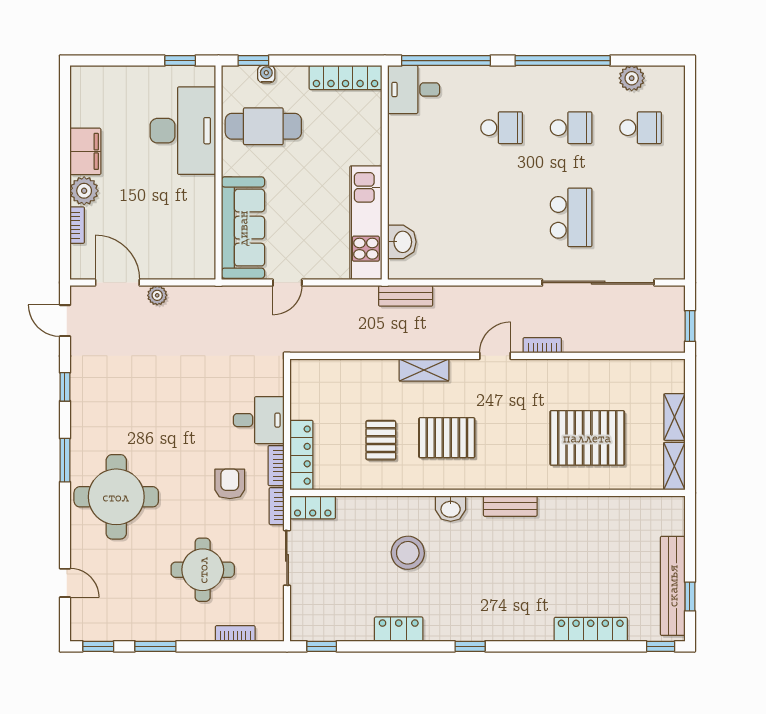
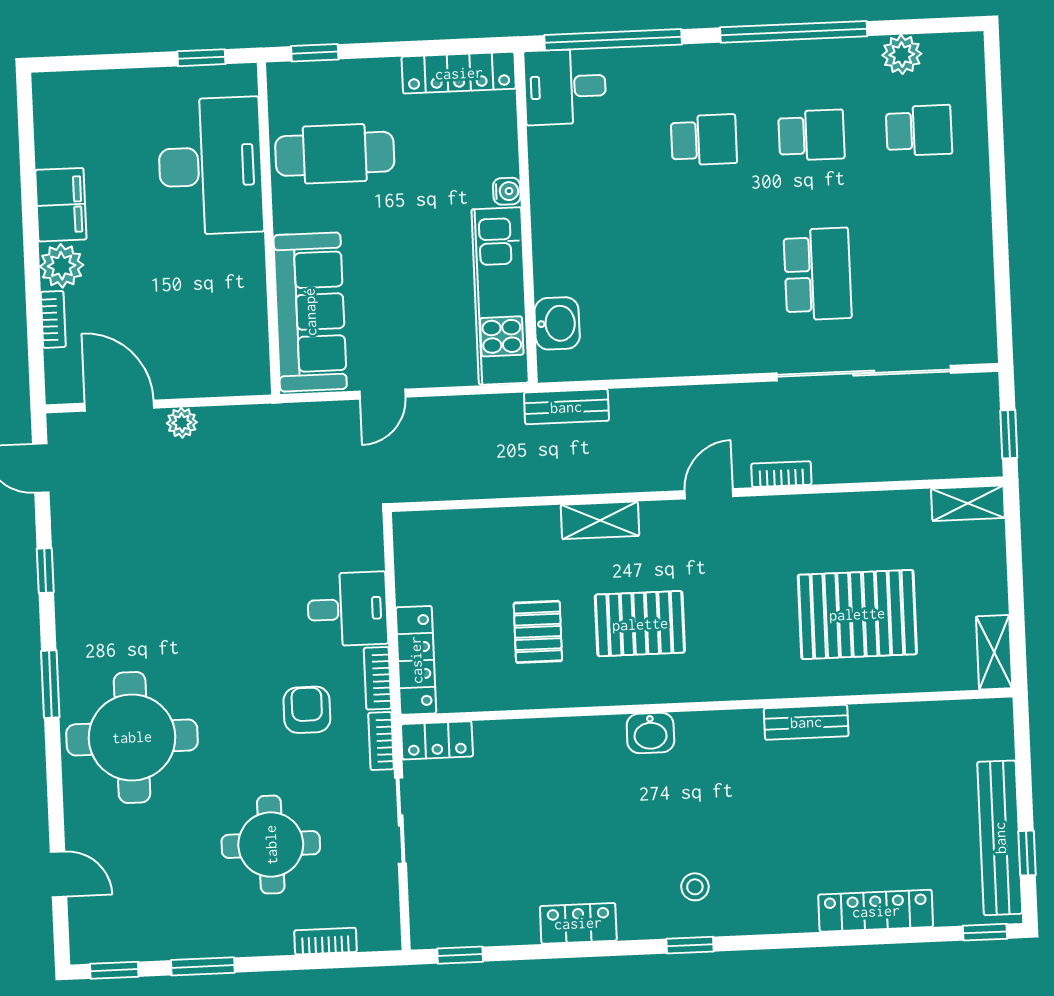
water cooler: (266, 74) -> (507, 191), moved, turned 90
shelving: (675, 417) -> (968, 503), moved, turned 90
bench: (510, 506) -> (806, 722), moved
stool: (408, 553) -> (695, 887), moved, width x0.53, depth x0.53

